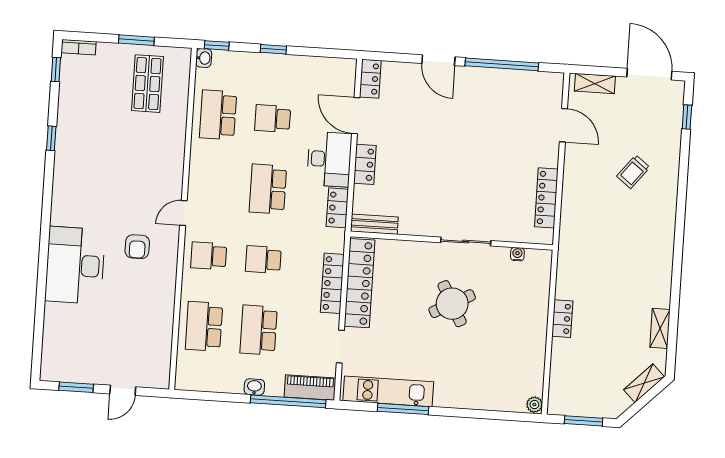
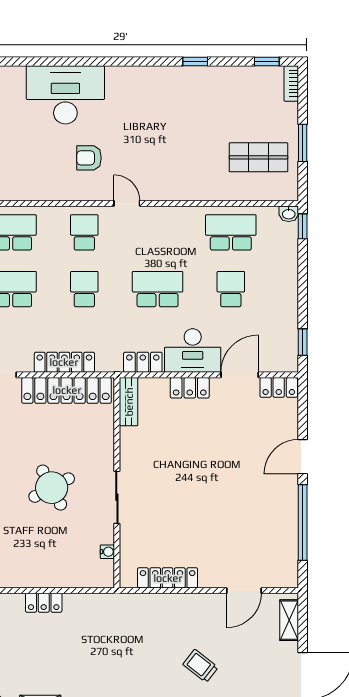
window: (273, 49) -> (303, 342), moved

